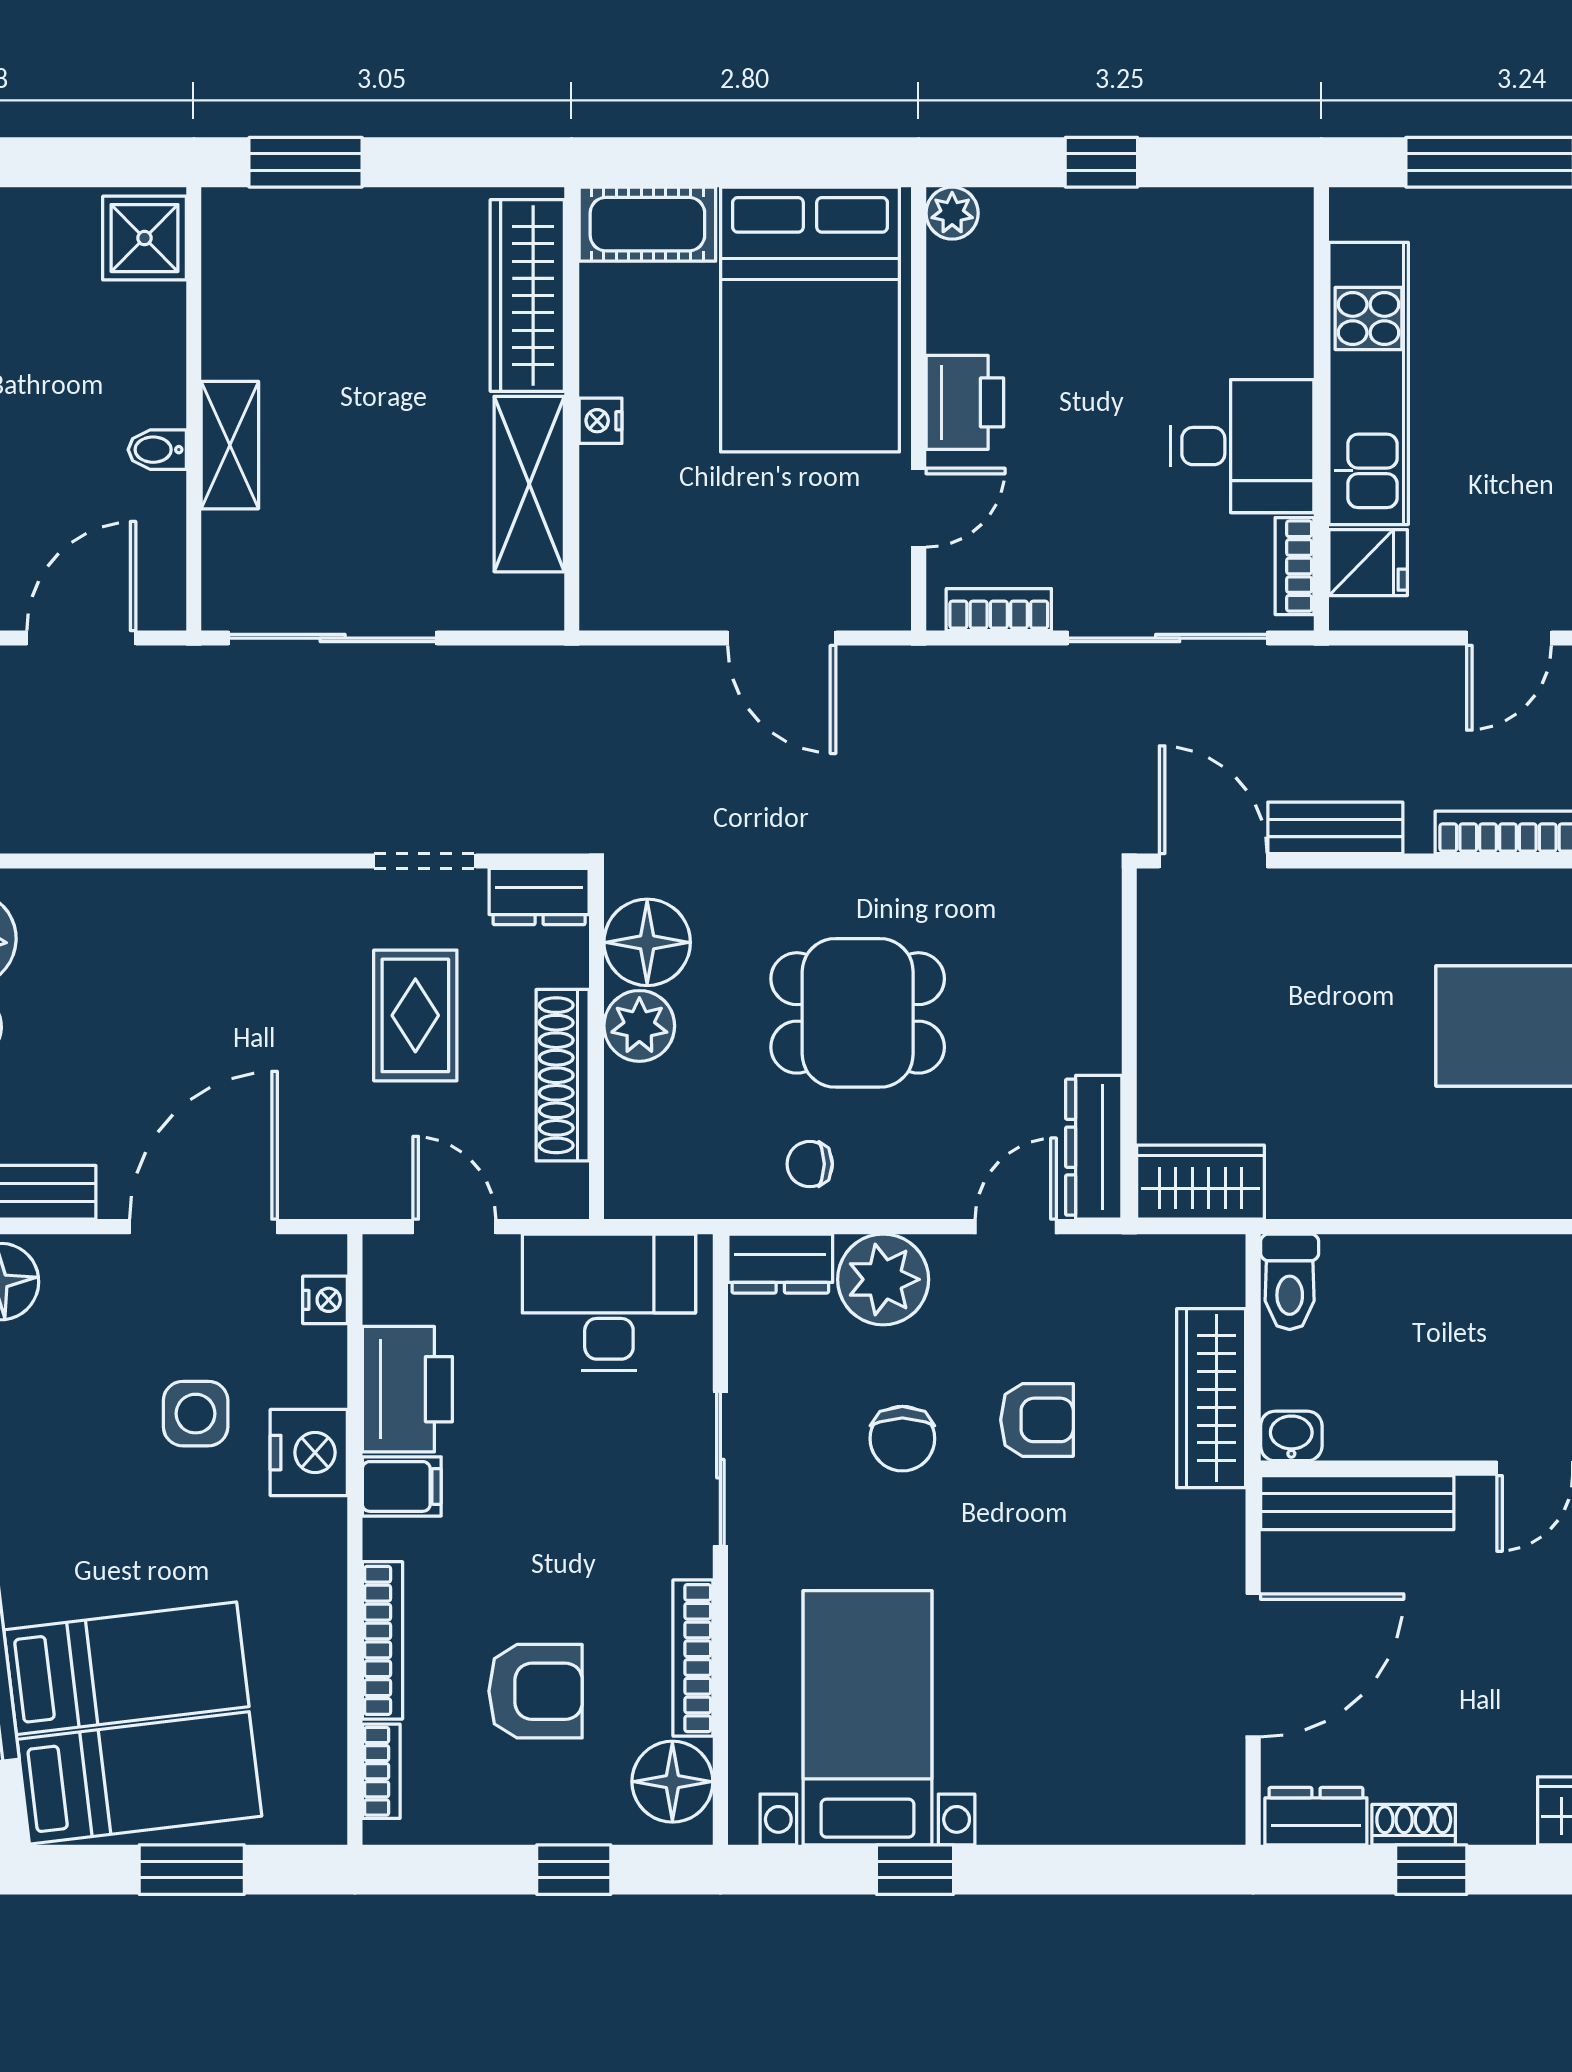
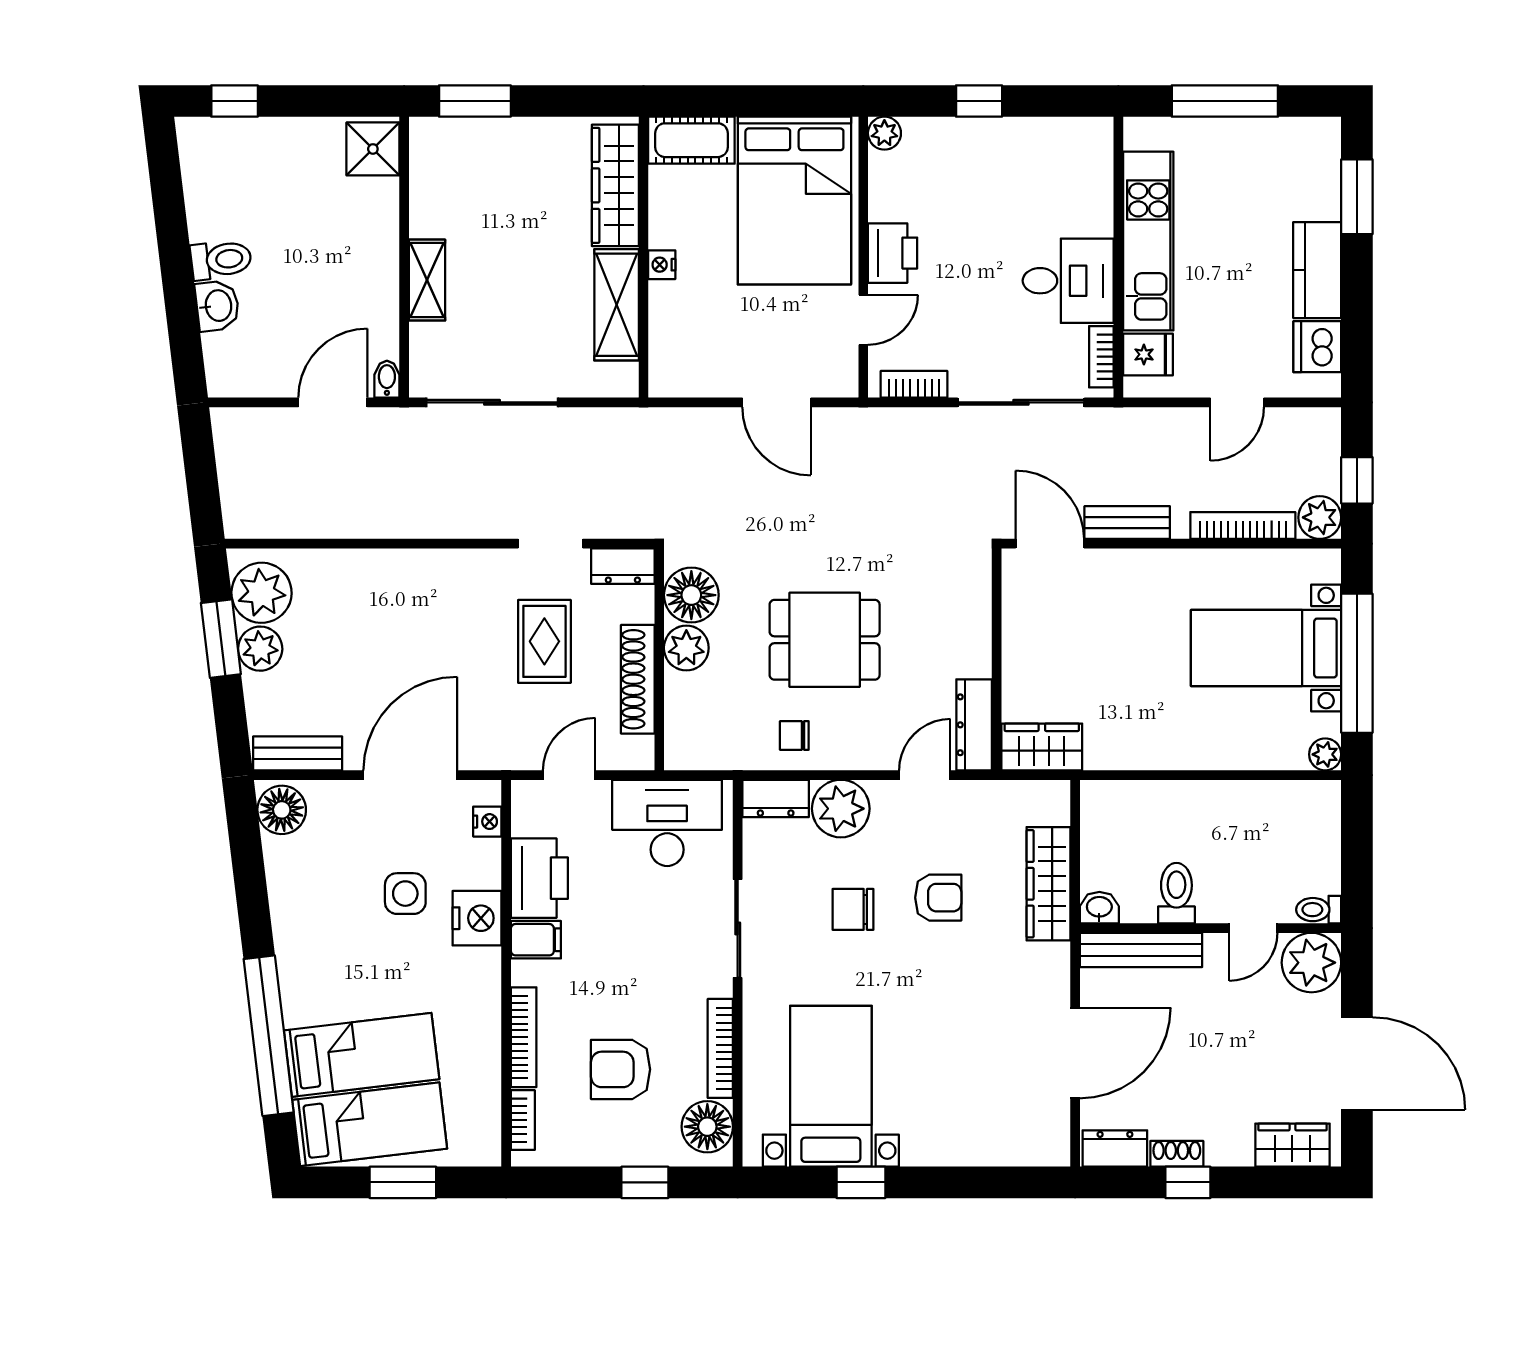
bidet: (157, 450) -> (387, 379), moved, turned 90
door: (454, 1227) -> (569, 775), hinge flipped
toilet: (1290, 1282) -> (1176, 893), moved, turned 180
chair: (902, 1439) -> (853, 909), turned 90
armchair: (535, 1691) -> (621, 1069), turned 180

